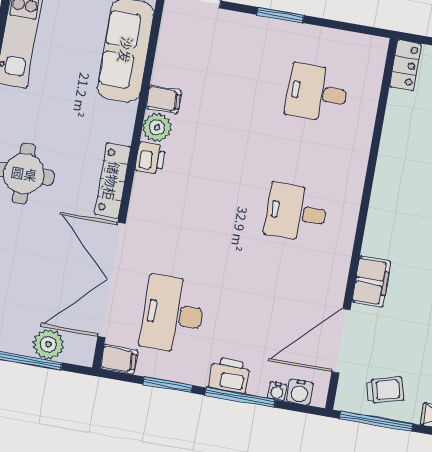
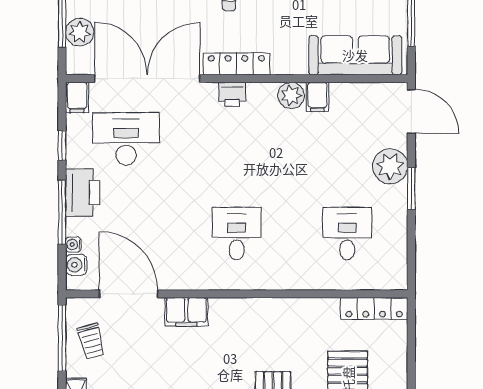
plant: (252, 34) -> (390, 166), added
locker: (405, 65) -> (374, 309), width x1.53
printer: (150, 158) -> (232, 94), moved
printer: (229, 376) -> (83, 193), width x1.37, depth x1.19
window: (168, 385) -> (62, 145), width x0.67

